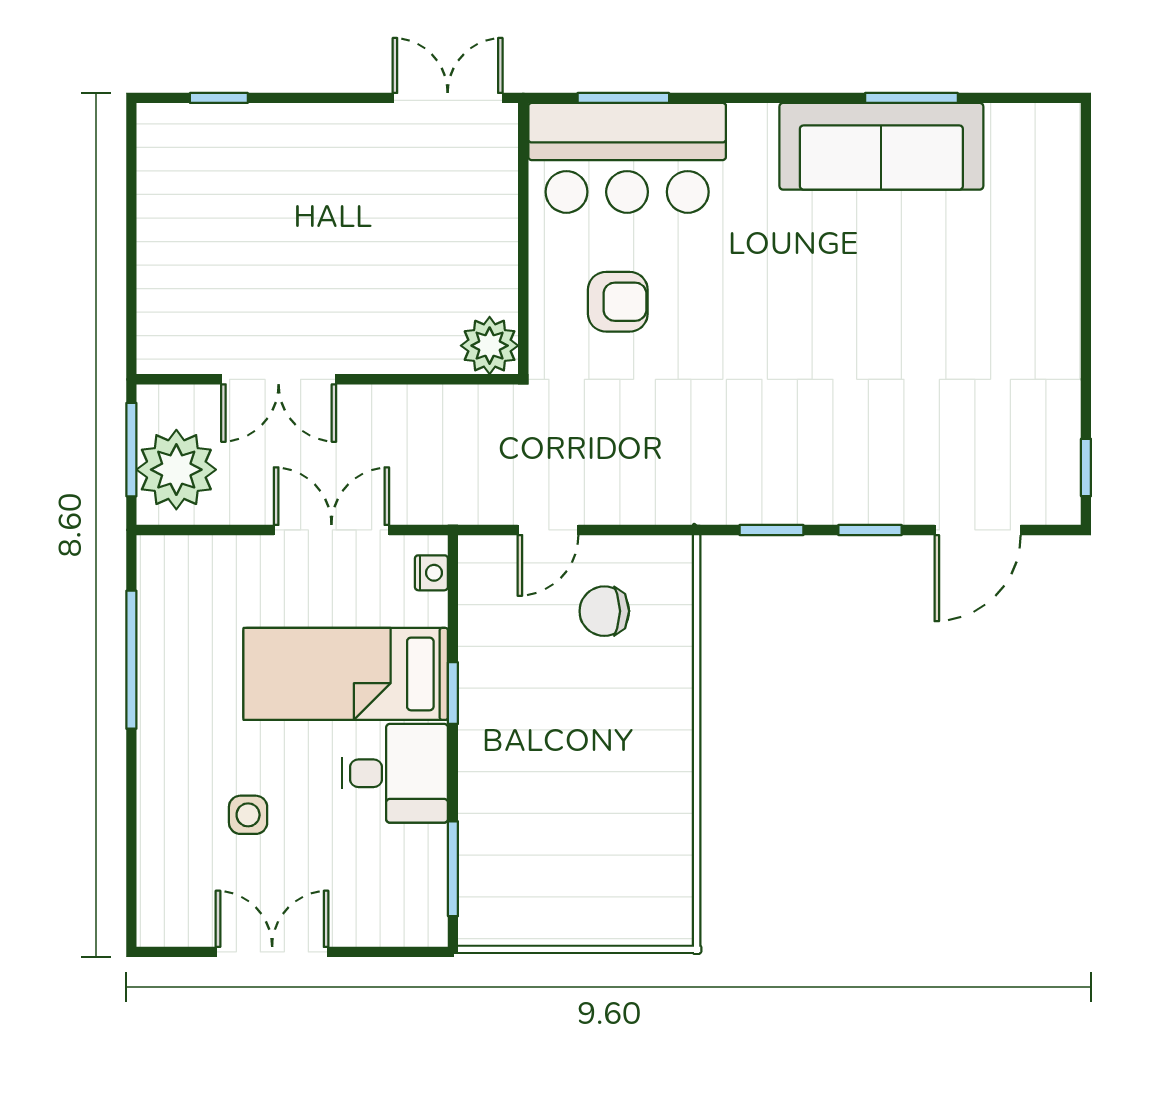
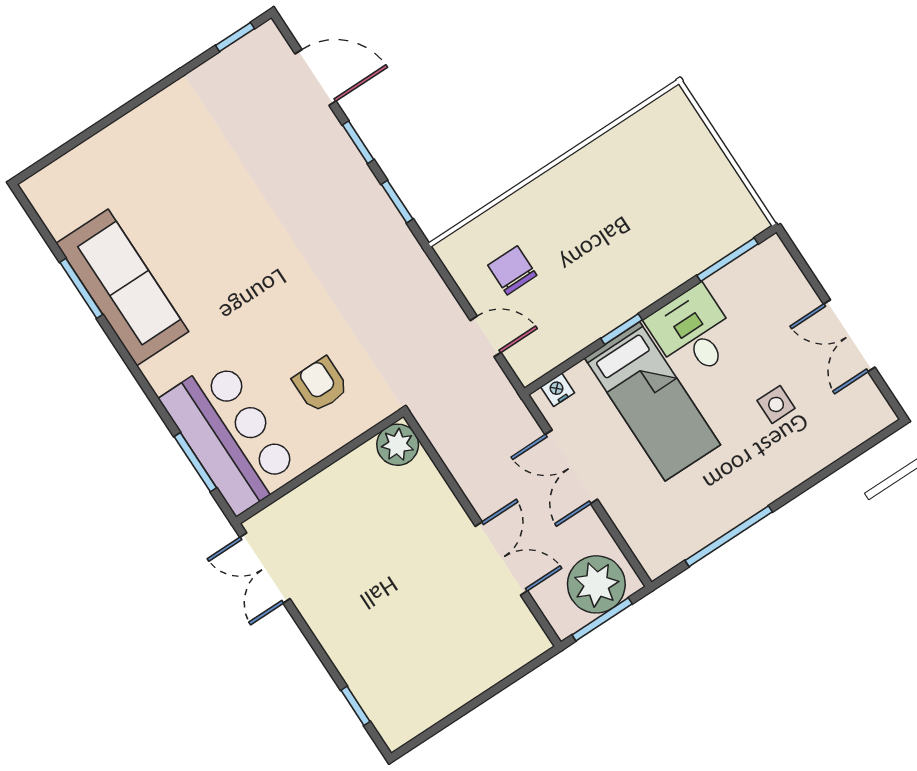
chair: (604, 611) -> (512, 270), turned 180

